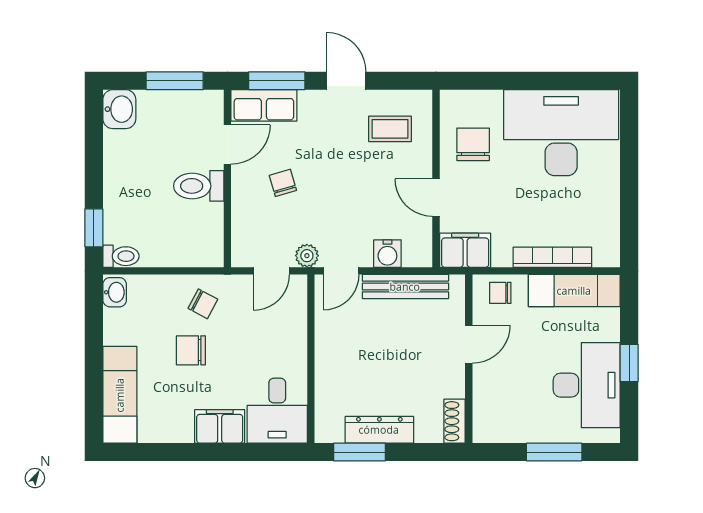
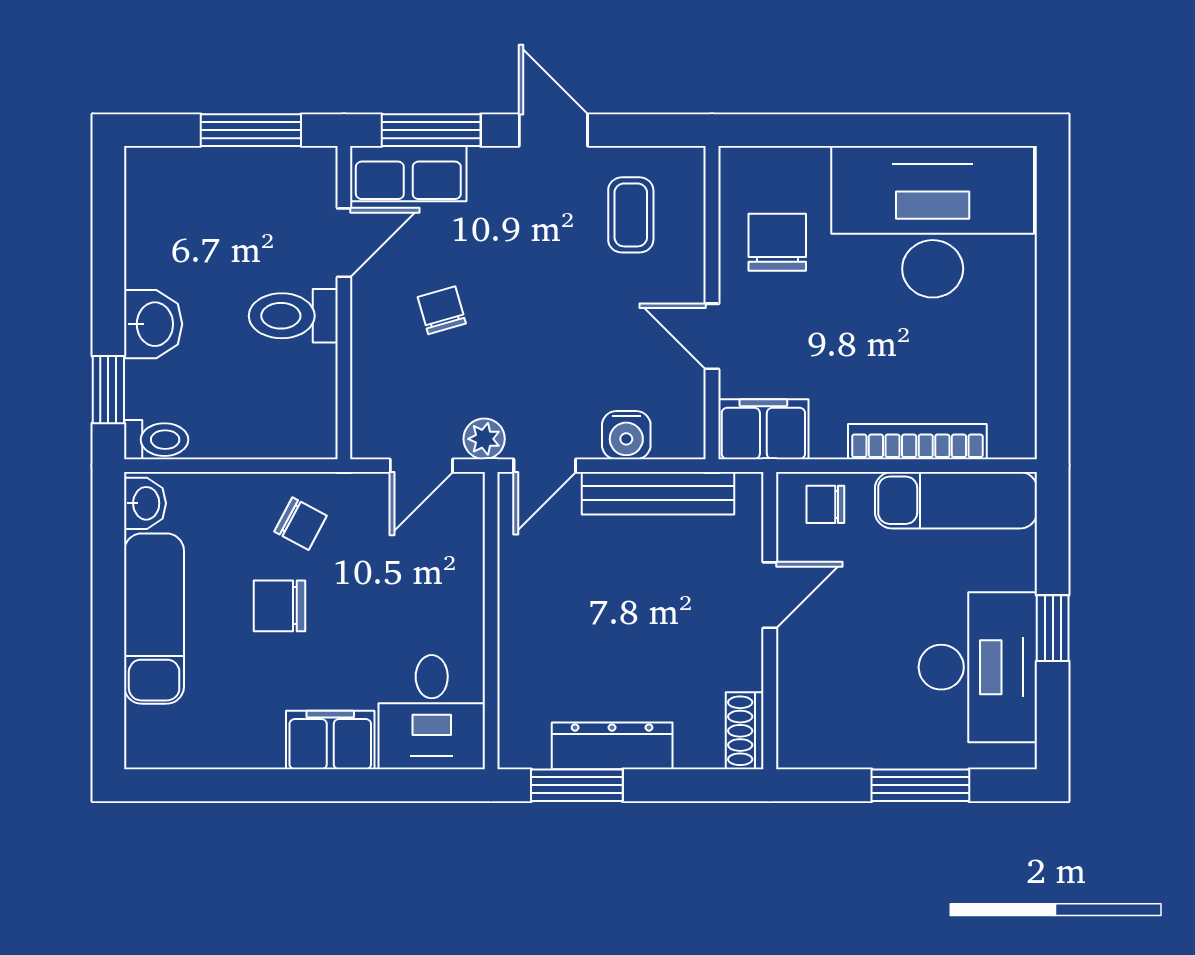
washbasin: (119, 109) -> (153, 324), moved
coffee table: (390, 129) -> (631, 215), turned 90
exam couch: (120, 395) -> (154, 619), moved

